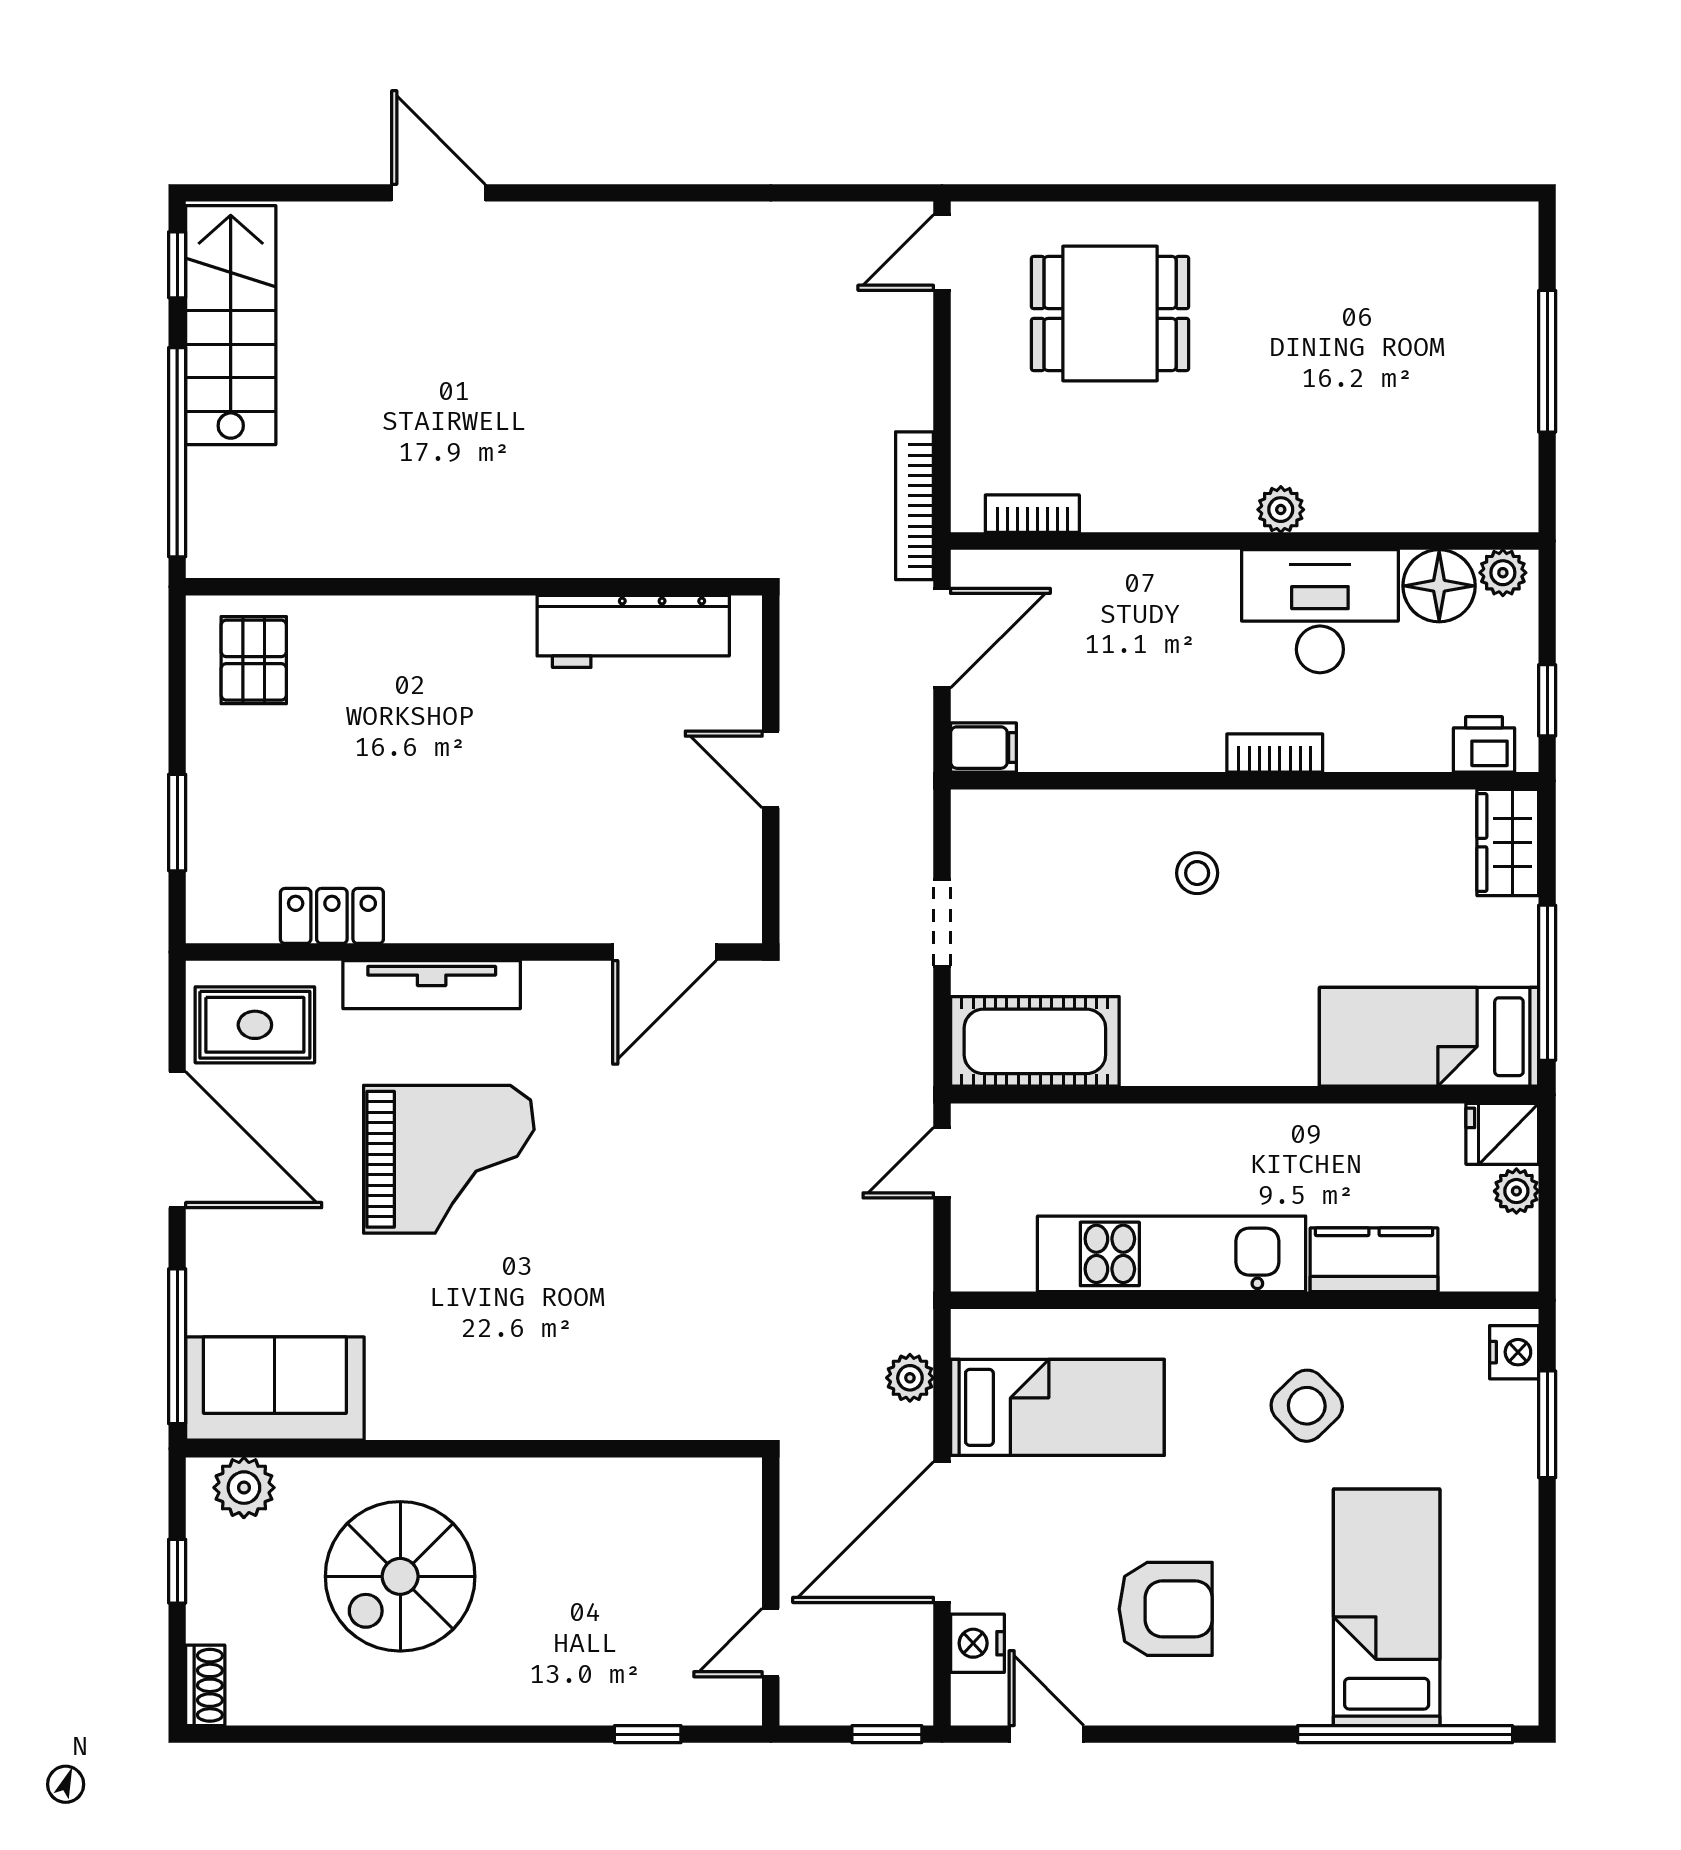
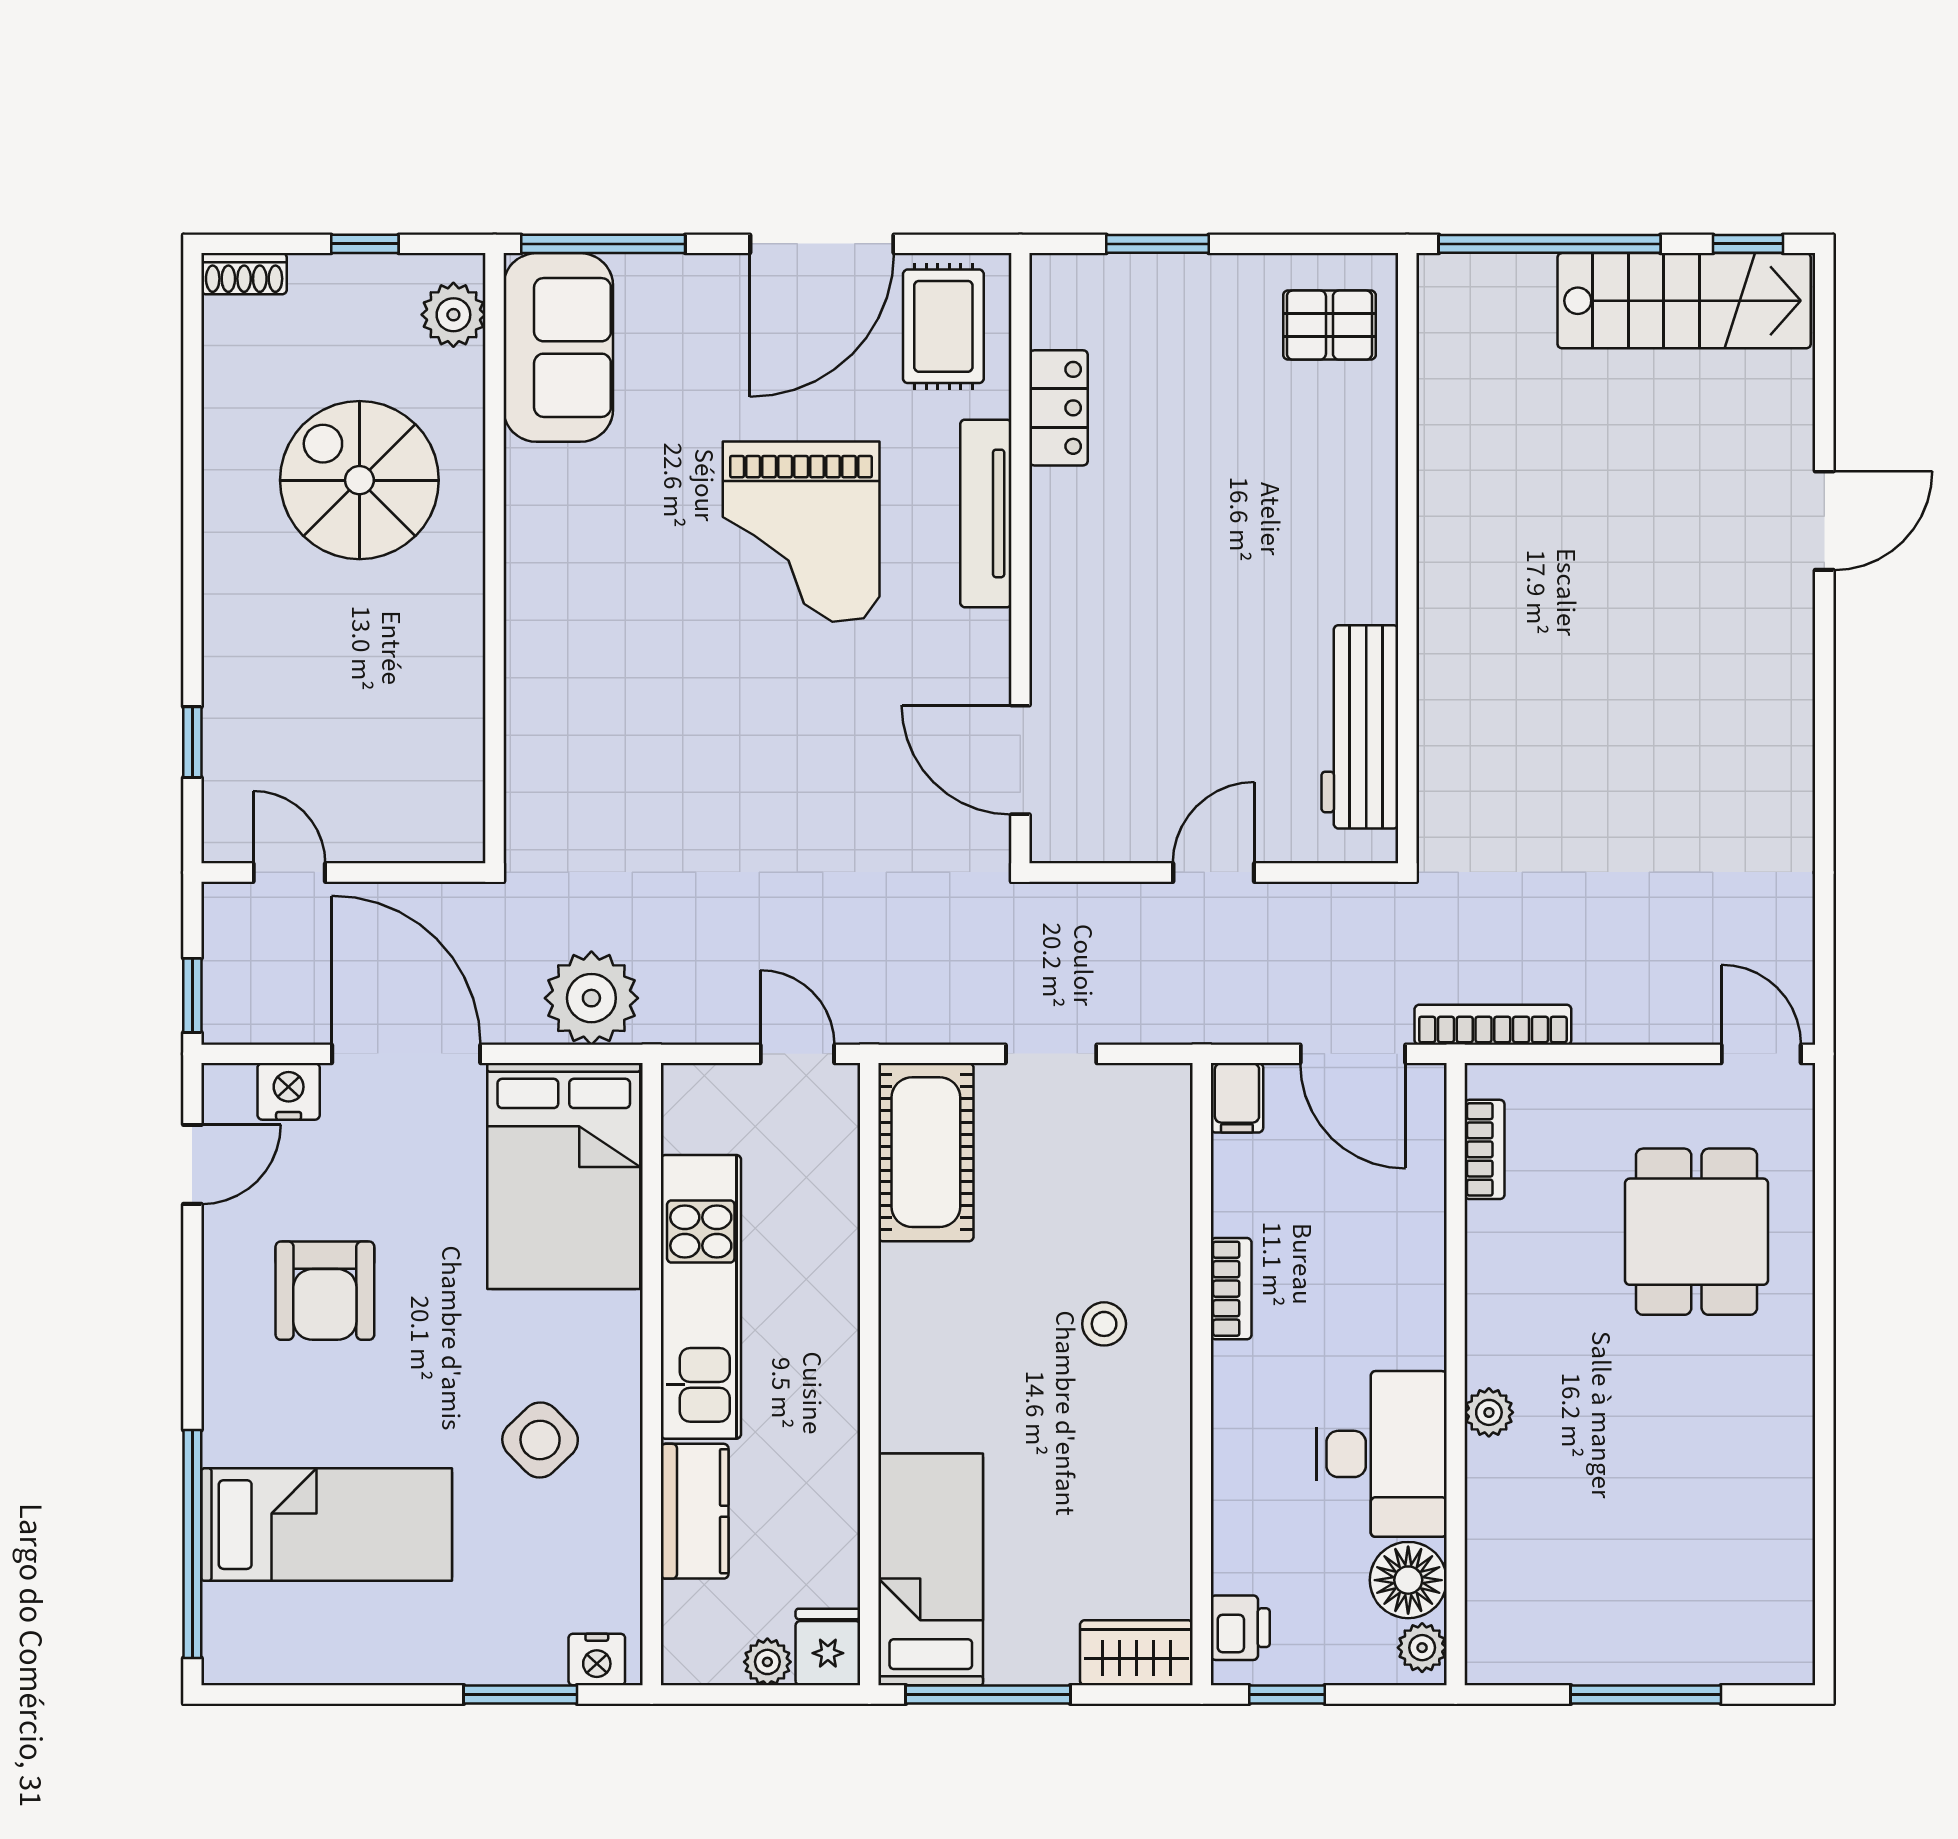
bookcase: (1275, 753) -> (1231, 1289), moved
plant: (910, 1378) -> (591, 998), width x1.88, depth x1.88
bed: (1057, 1407) -> (564, 1176), width x1.50

